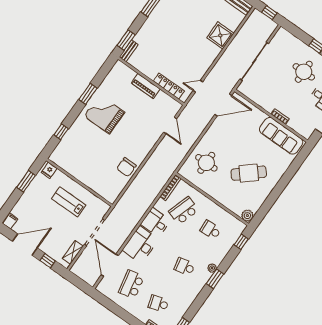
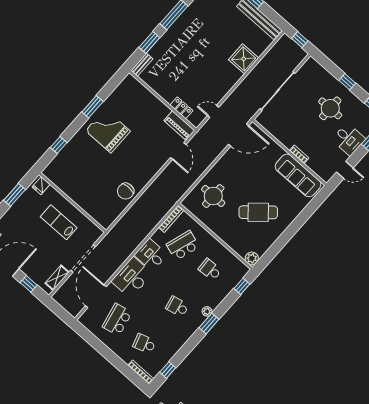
window: (126, 40) -> (149, 42), moved
piano: (146, 86) -> (179, 126), moved
locker: (169, 86) -> (181, 108), width x0.66

